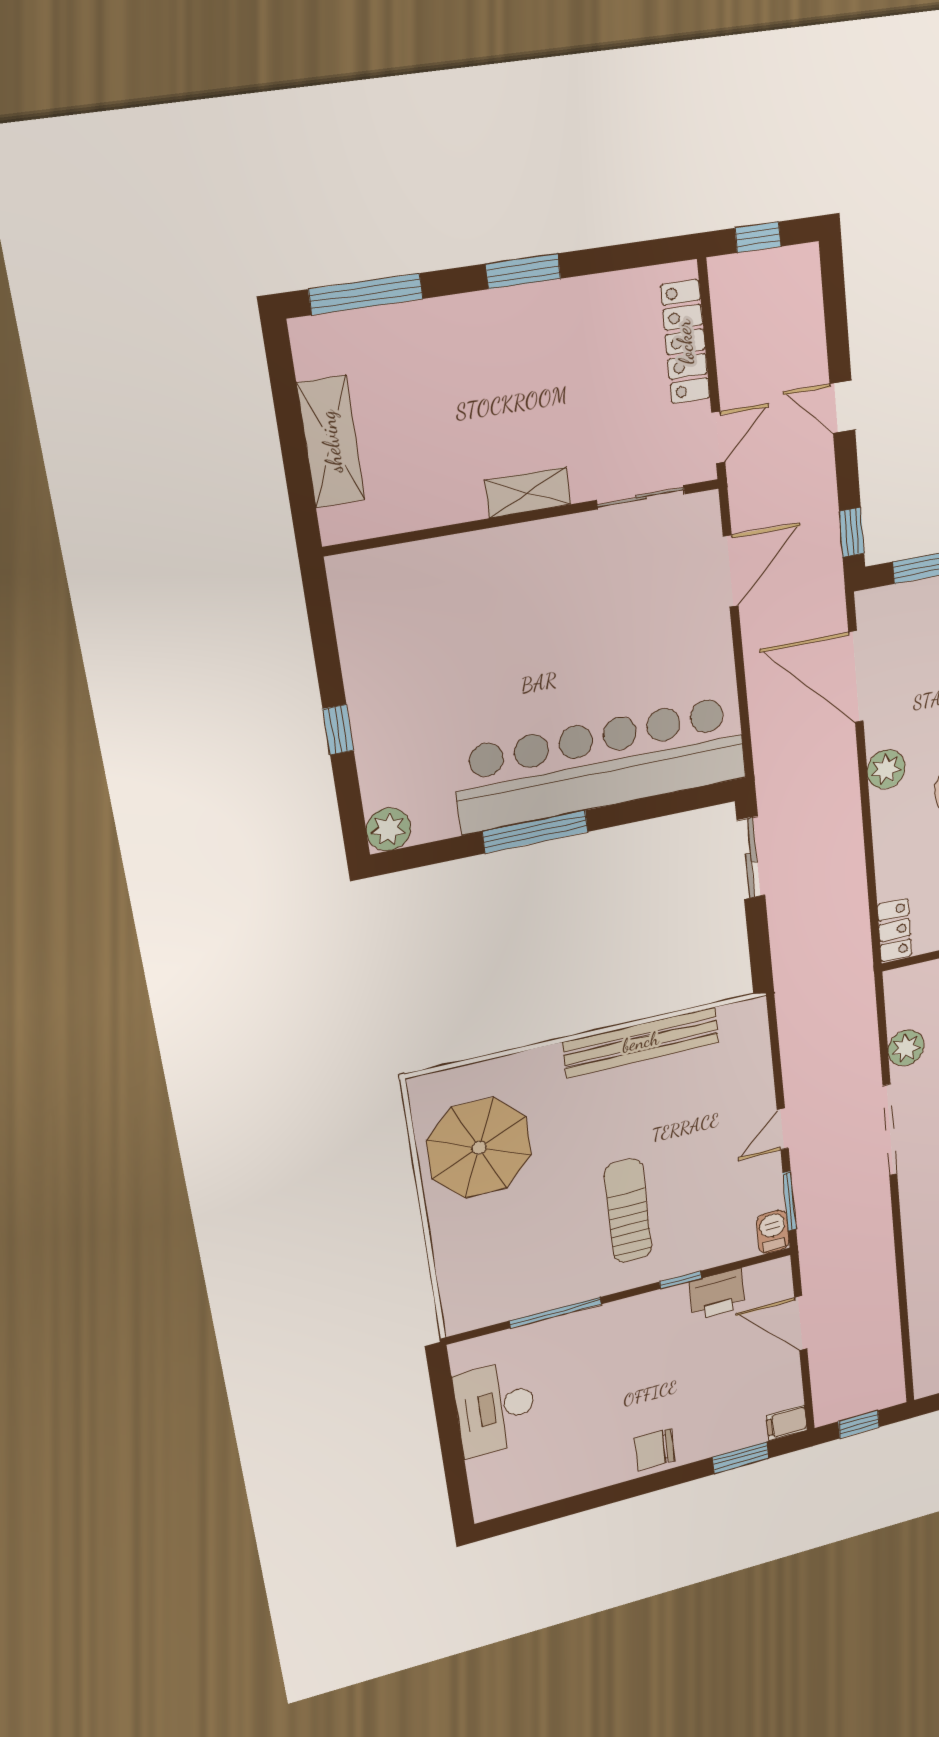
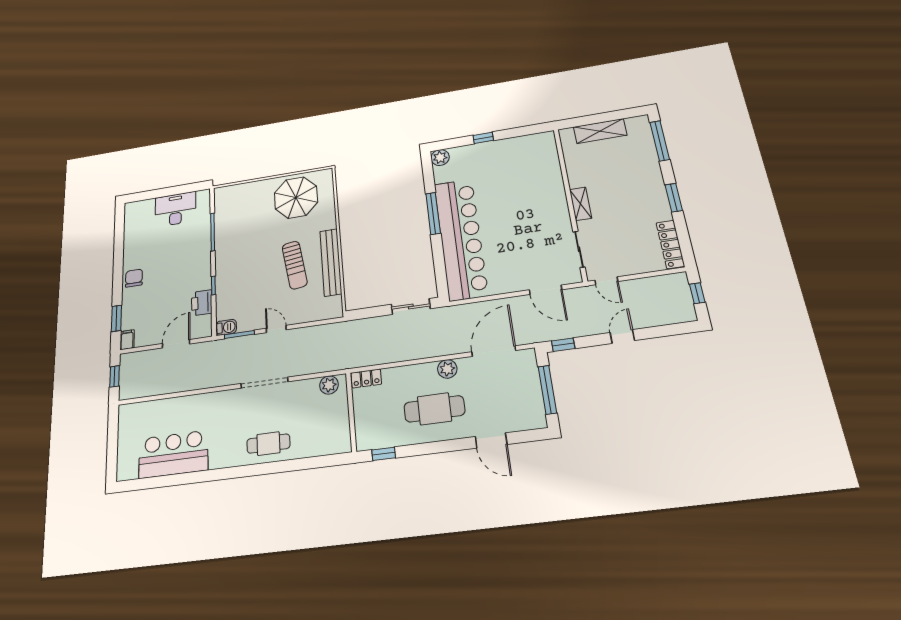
locker: (685, 342) -> (670, 244), moved, turned -90
plant: (906, 1048) -> (329, 385), moved
sun lounger: (628, 1211) -> (295, 265), moved, turned 82

